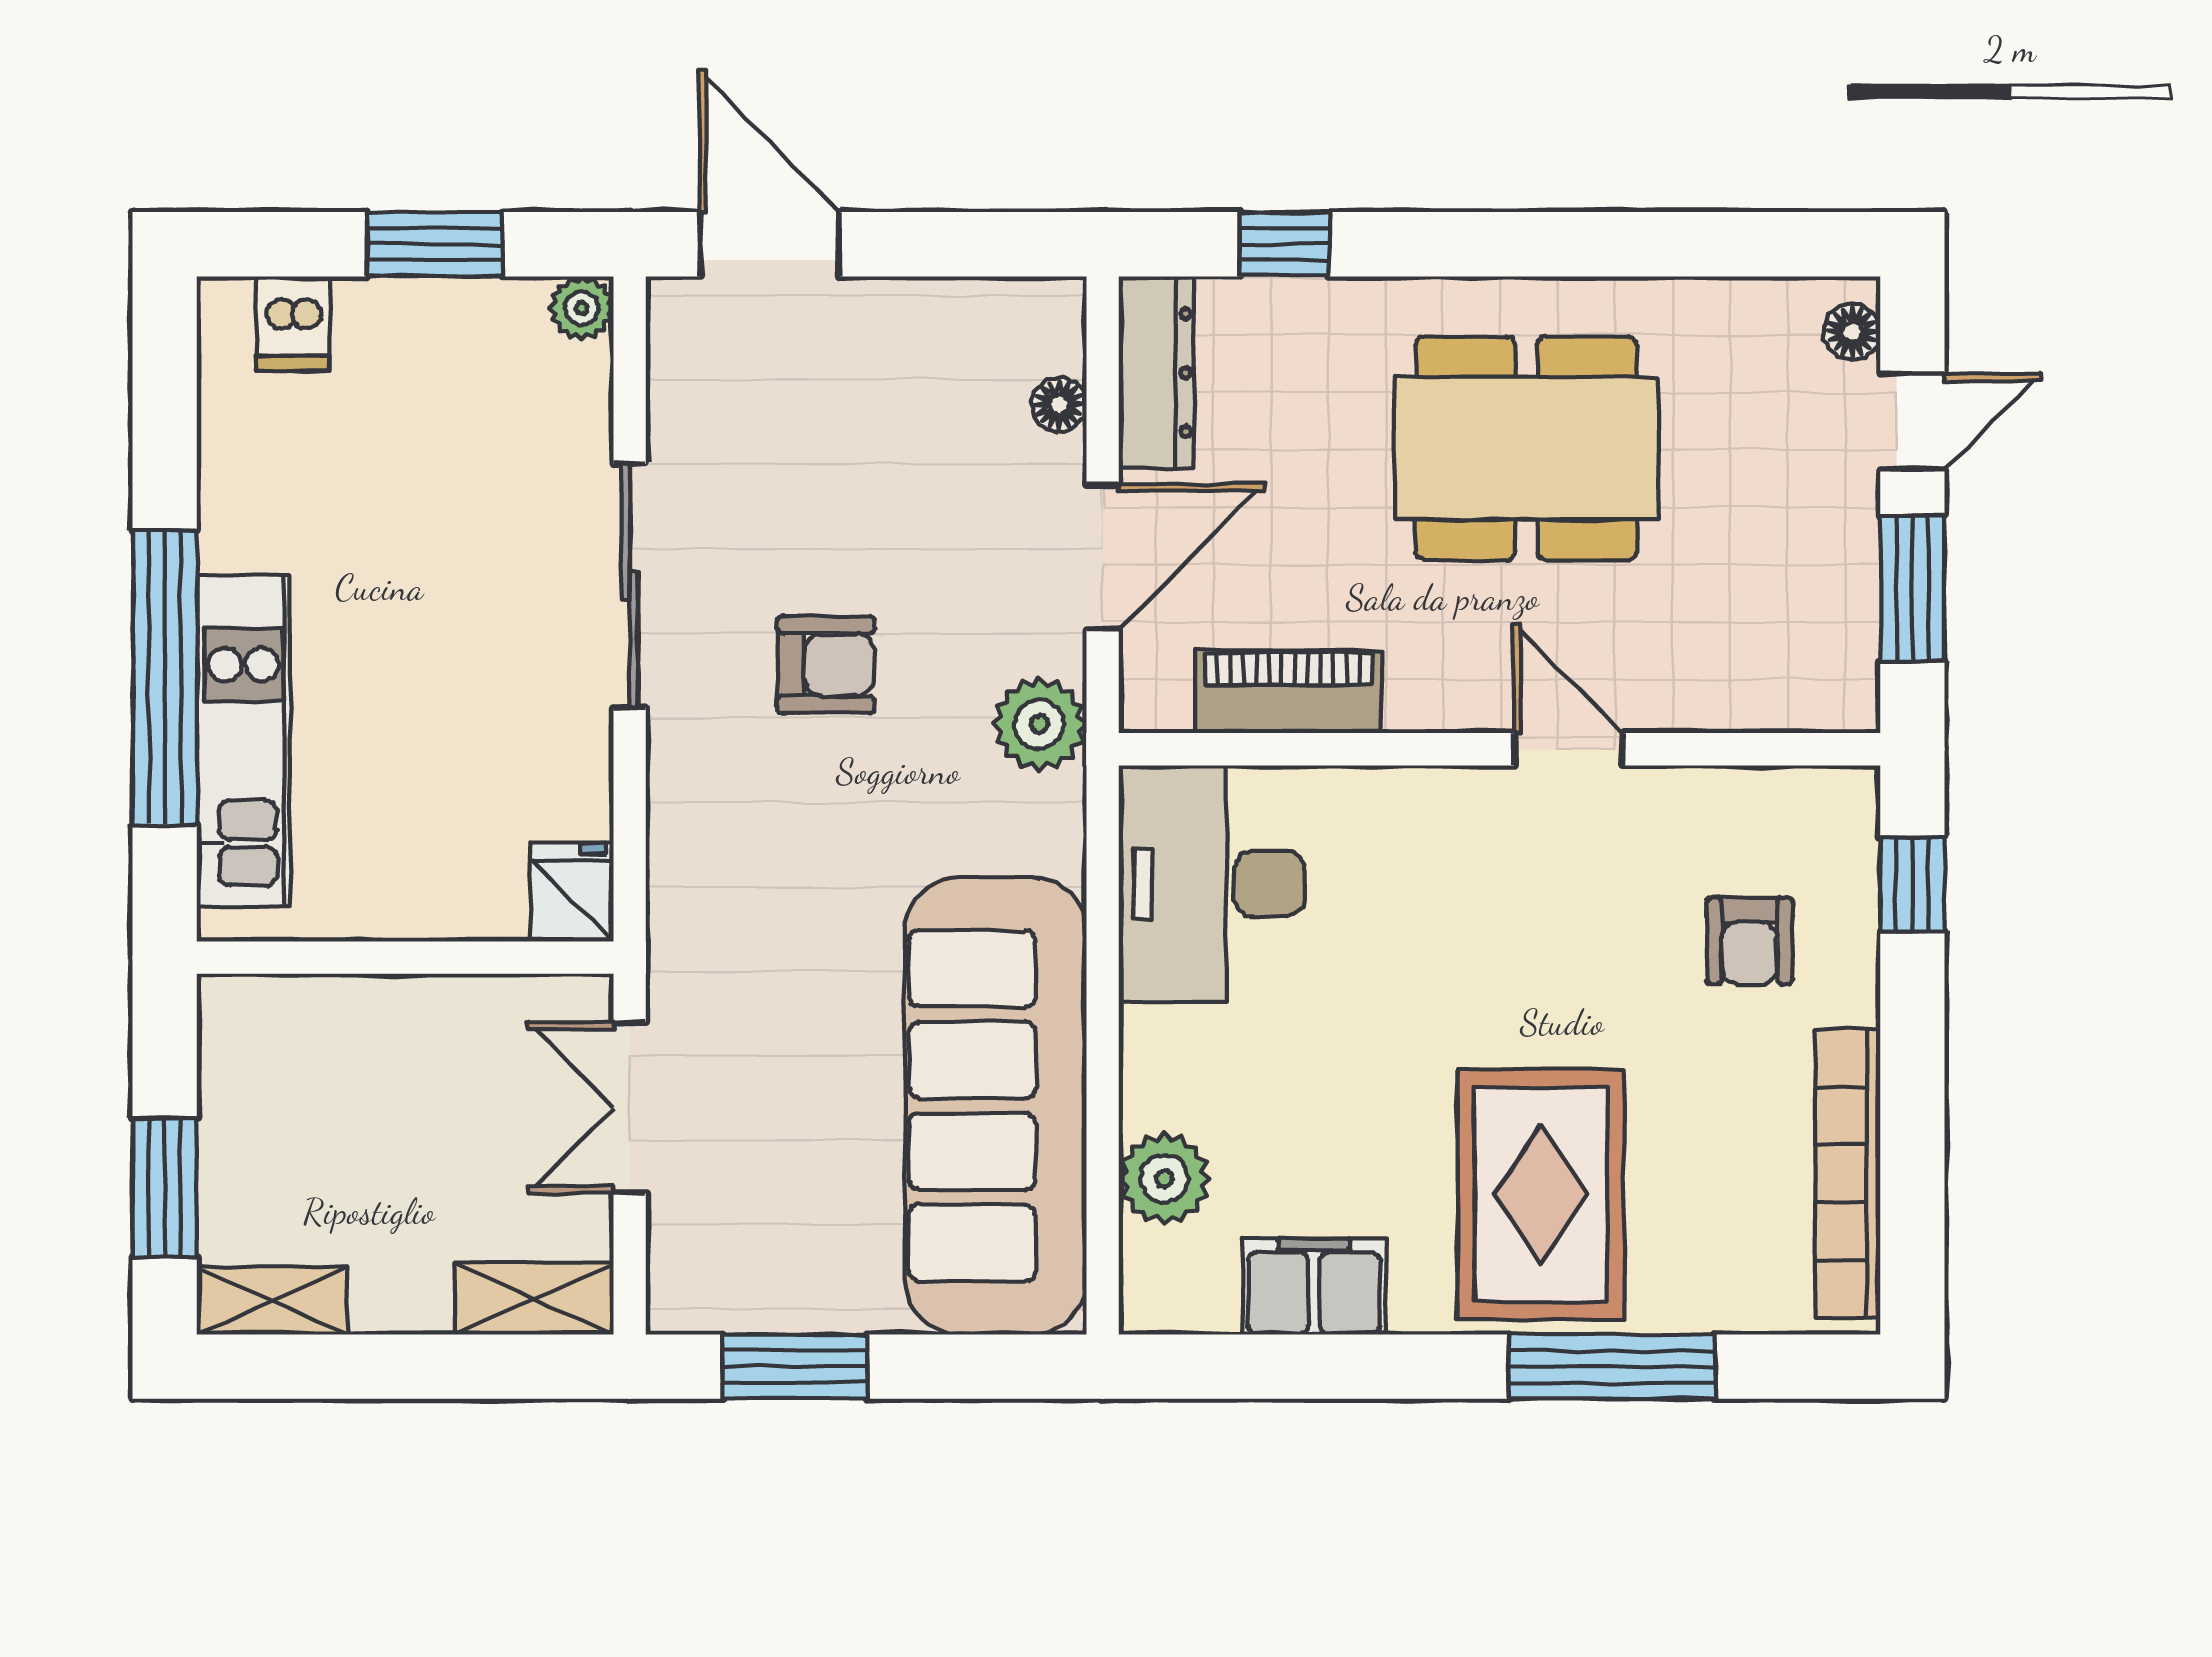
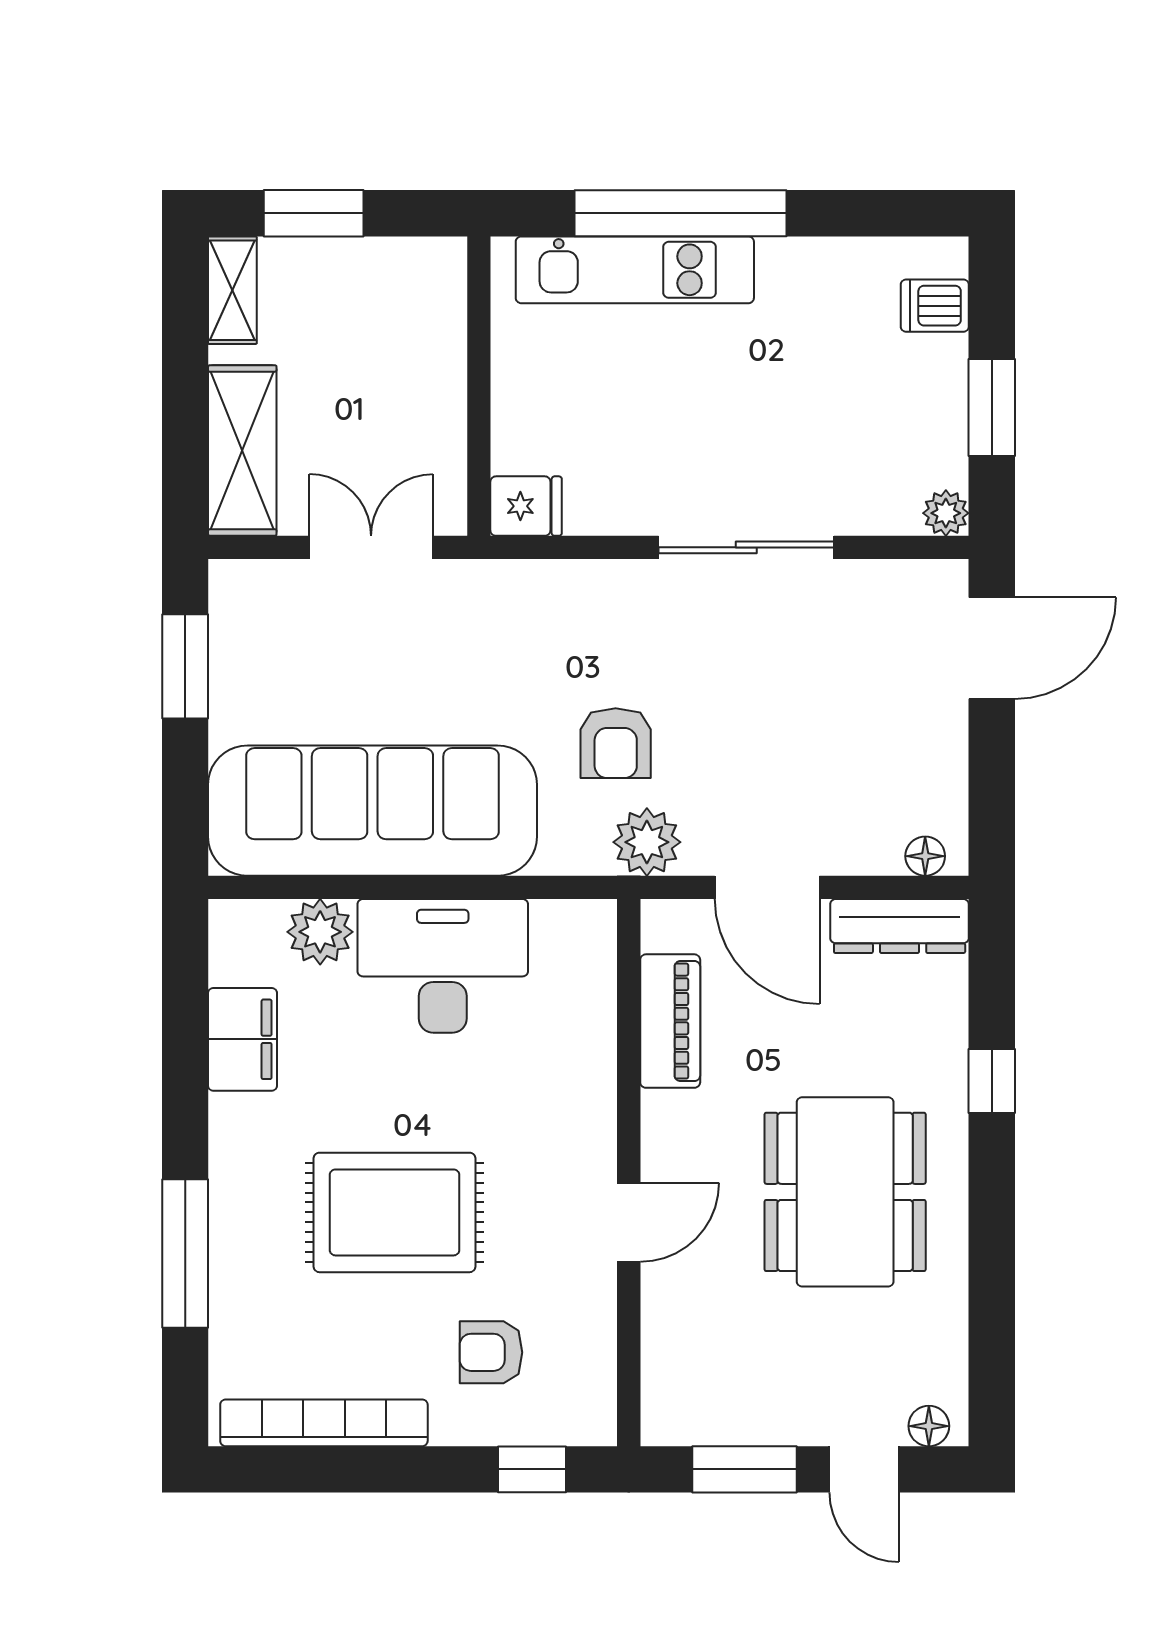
window: (1285, 244) -> (992, 1081), moved
floor lamp: (1059, 405) -> (925, 856), moved
armchair: (826, 665) -> (616, 743), moved
desk: (1212, 884) -> (443, 966), moved
rug: (1541, 1194) -> (395, 1212), moved
shelving: (534, 1299) -> (242, 450), width x1.50, depth x1.33

